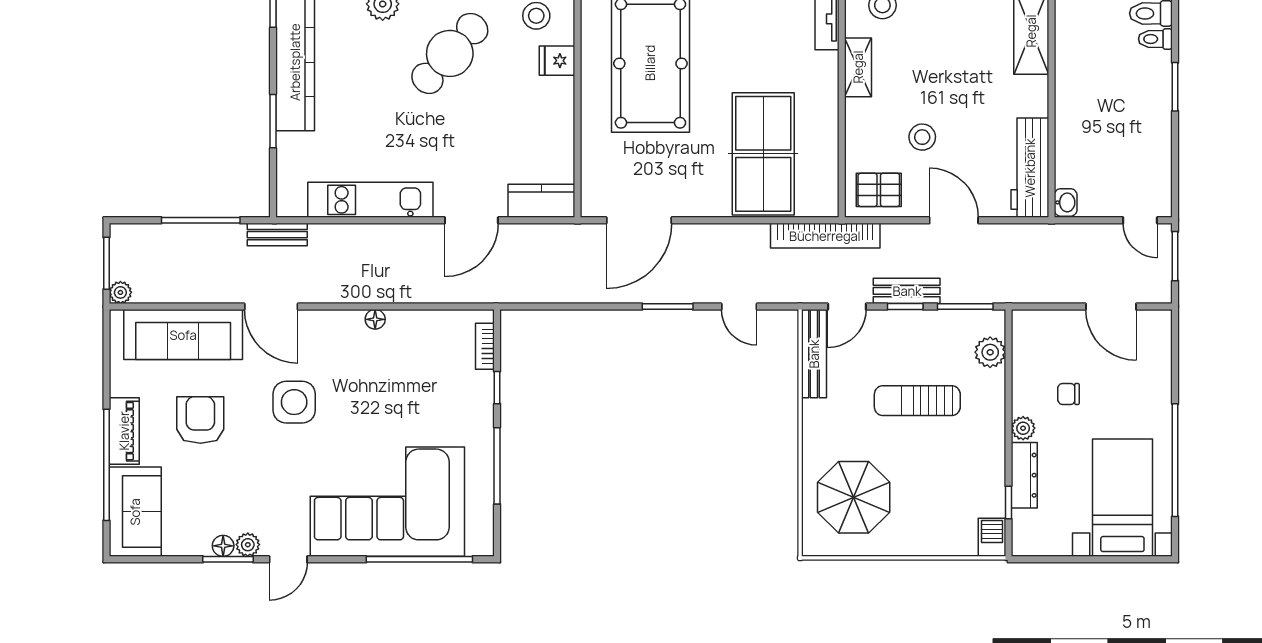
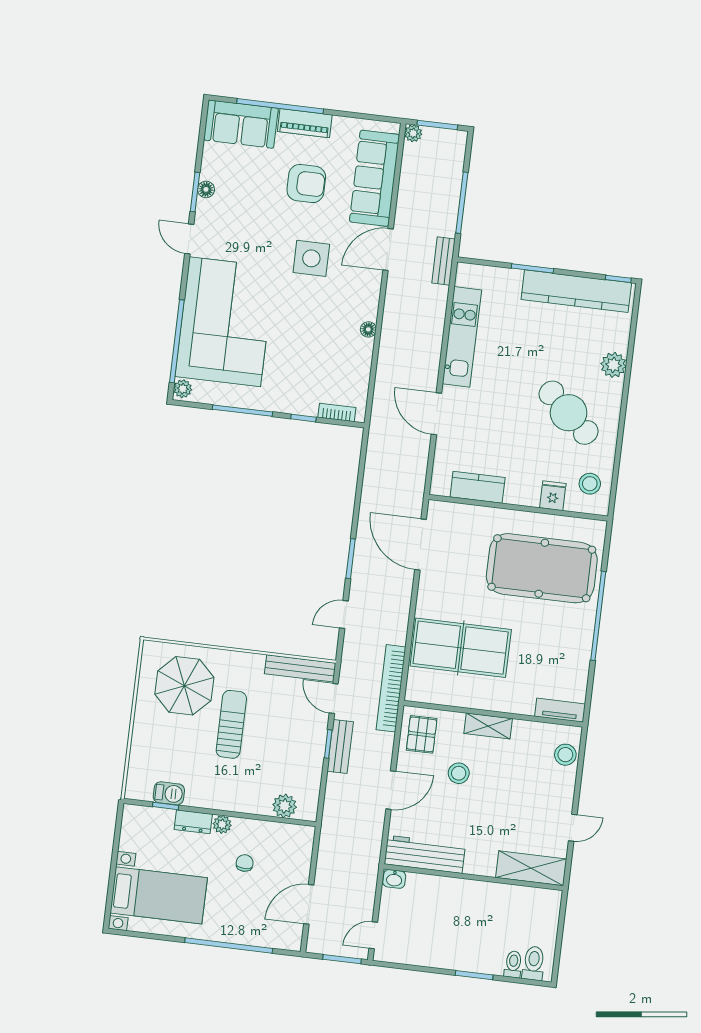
shelving: (858, 67) -> (488, 726), moved
kitchen counter: (541, 201) -> (478, 487), moved, turned -90
window: (965, 307) -> (323, 791), removed
sun lounger: (917, 401) -> (231, 724), moved
window: (1175, 460) -> (229, 945), moved
dresser: (1024, 475) -> (193, 822), width x0.70
barbecue: (992, 537) -> (169, 793), moved
plant: (248, 545) -> (183, 389), moved

